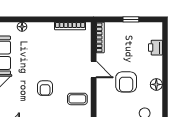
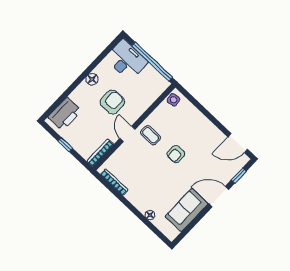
printer: (155, 48) -> (65, 114), width x1.87, depth x1.48
armchair: (45, 88) -> (176, 154), turned 180
coffee table: (77, 99) -> (151, 135), moved

